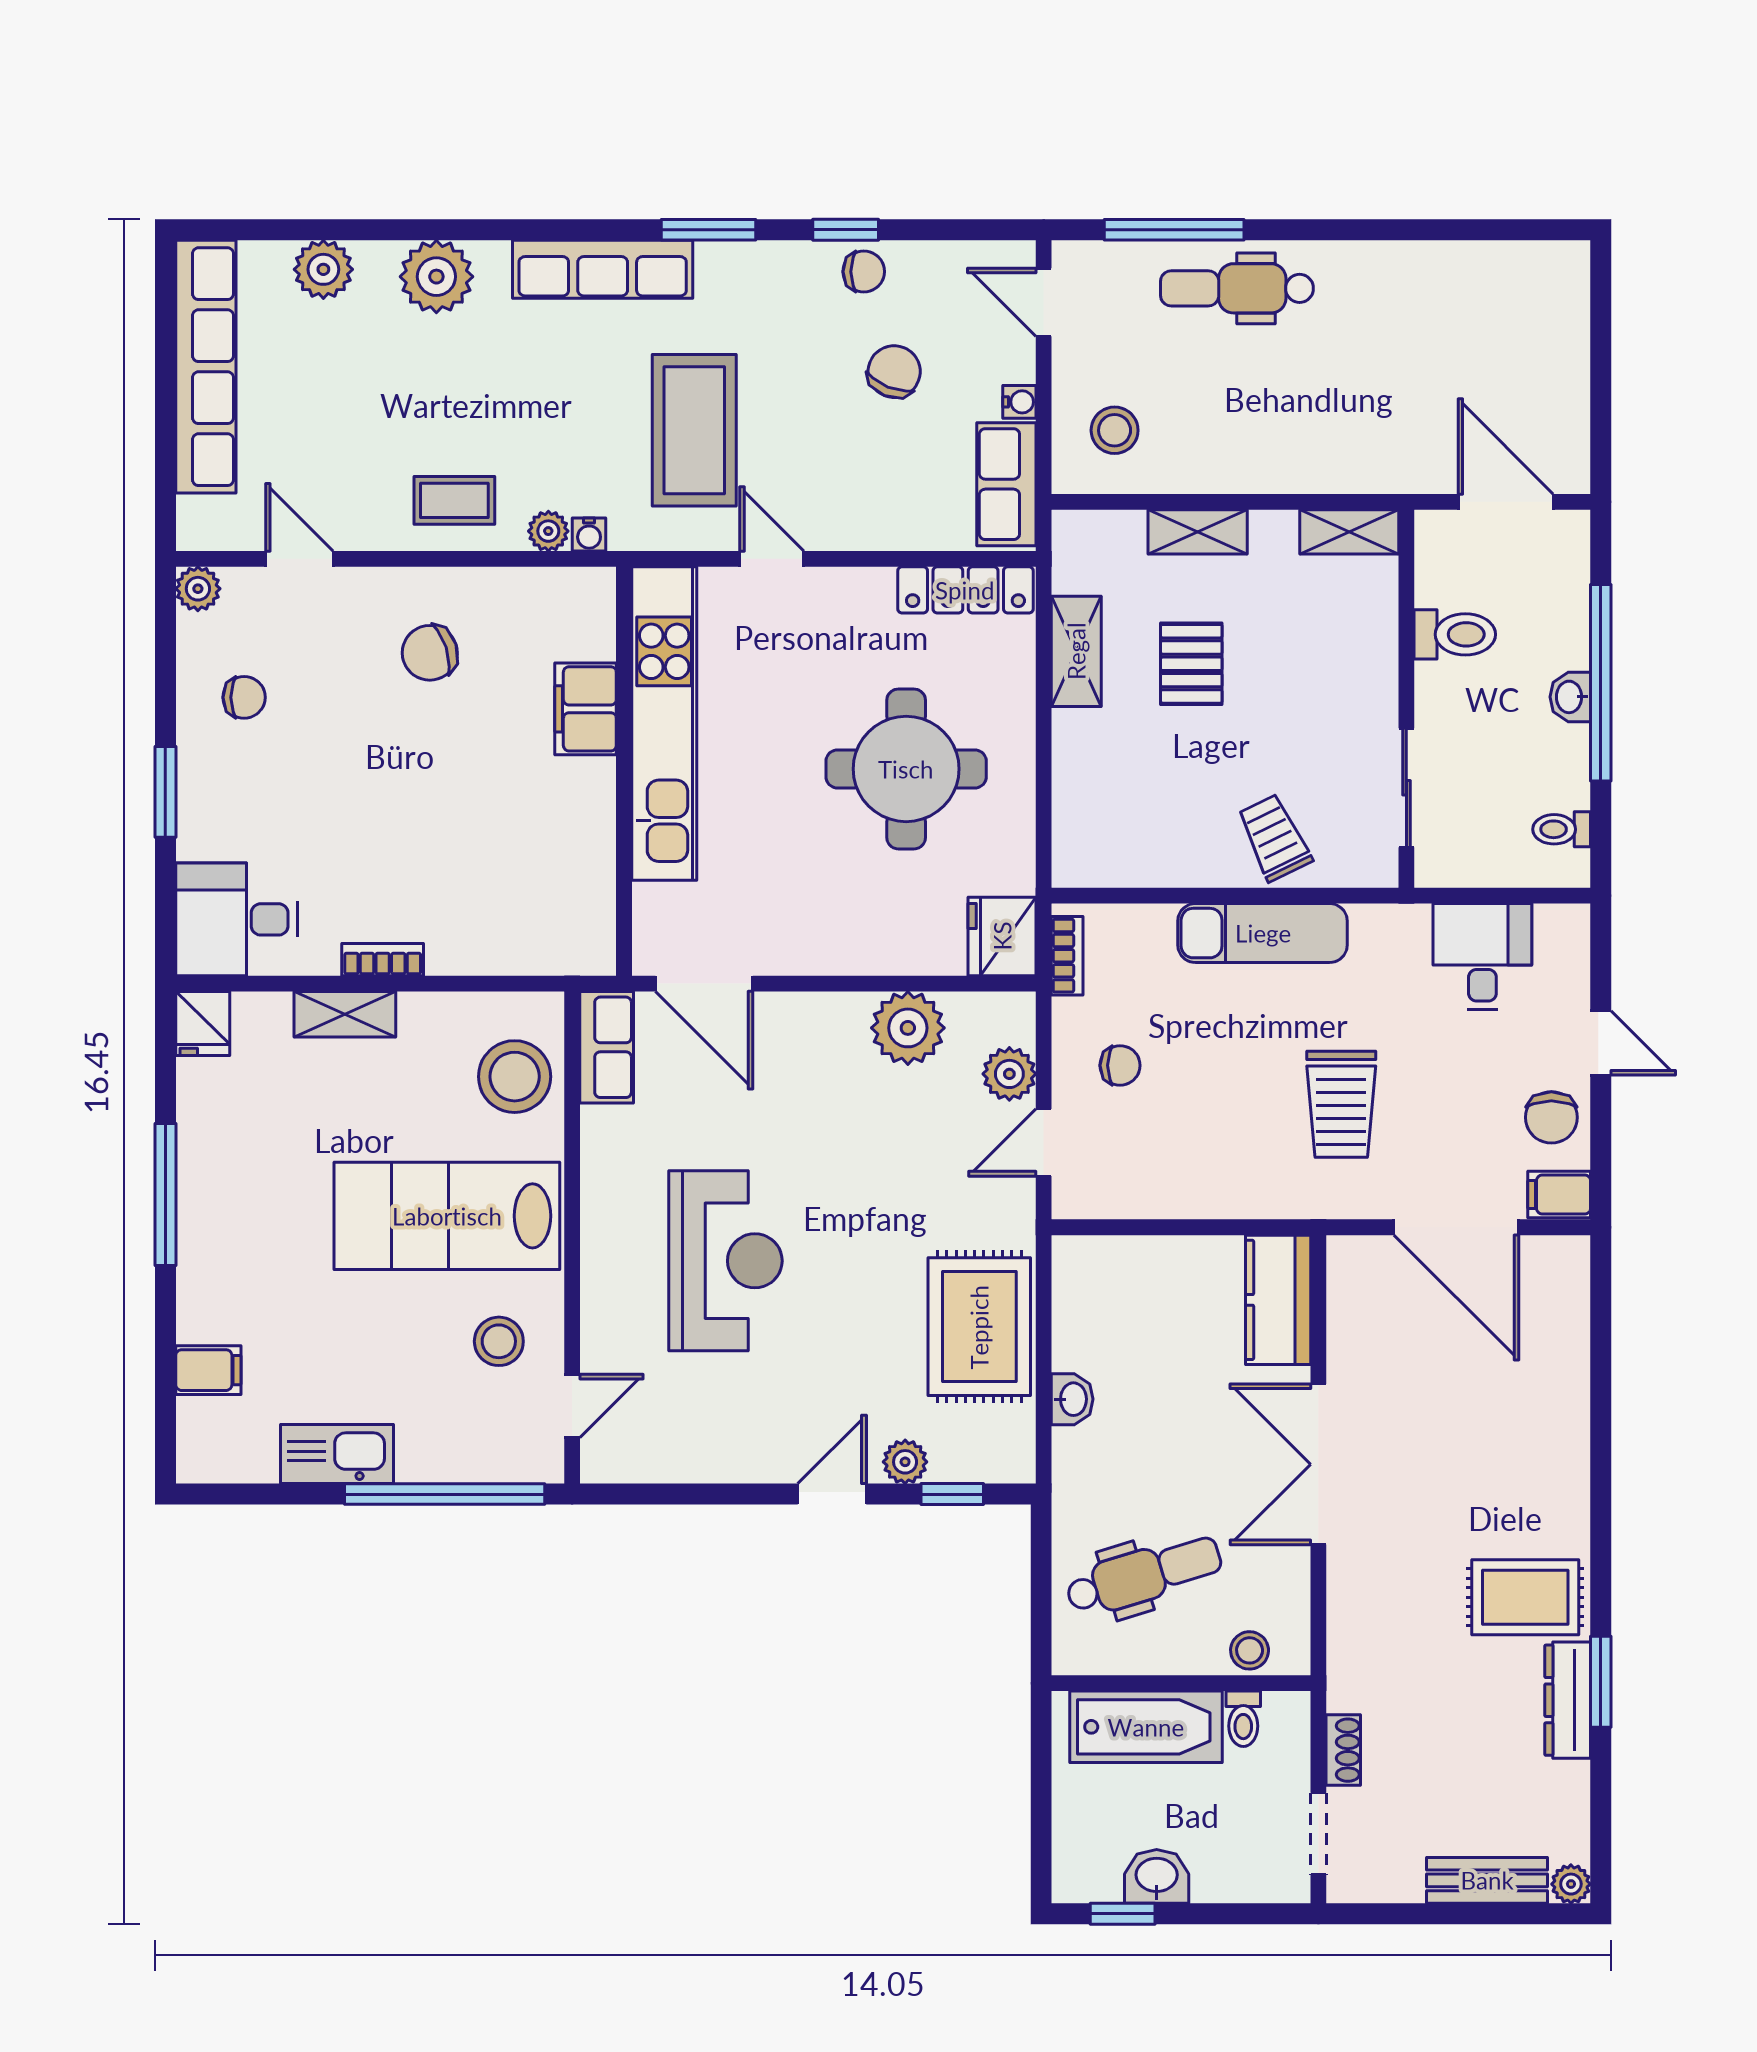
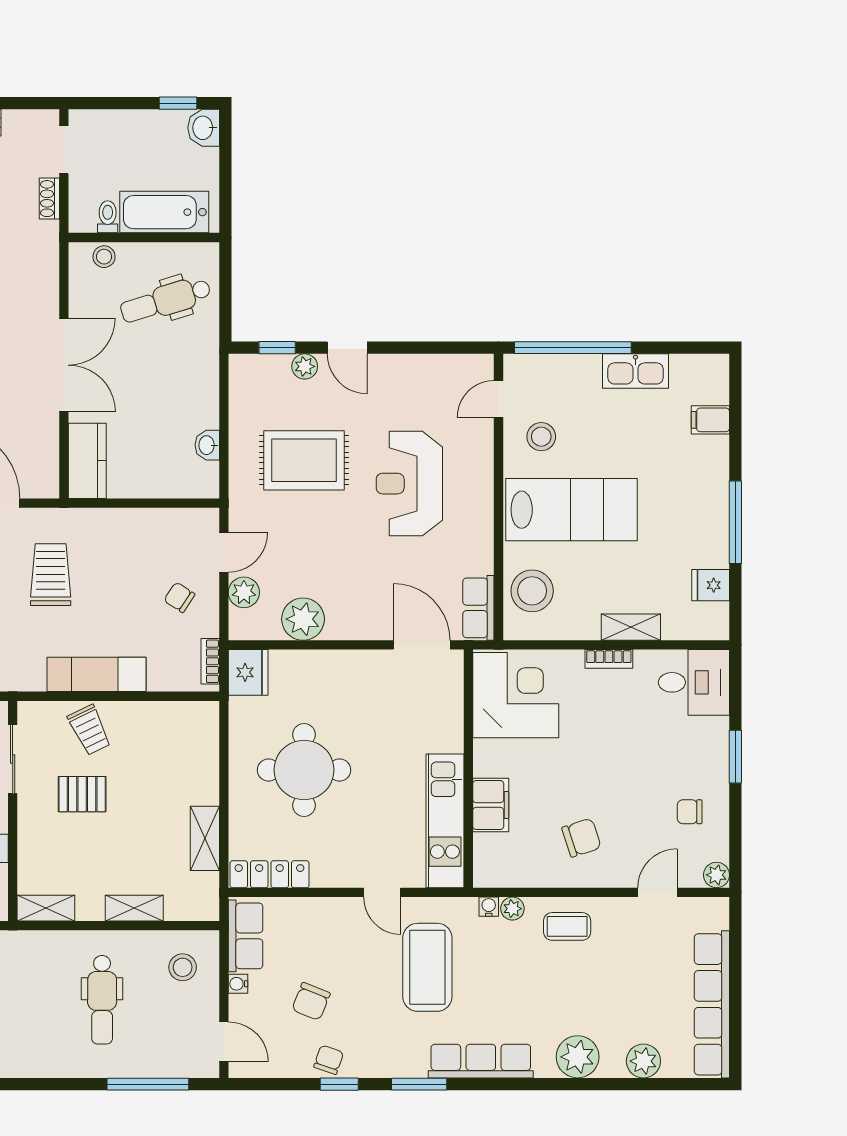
chair: (864, 272) -> (329, 1060), turned 109
dental chair: (1237, 288) -> (102, 1000), moved, turned 90
door: (299, 559) -> (657, 892), swing flipped
pallet: (1191, 664) -> (82, 794), moved, turned 90
kitchen unit: (664, 723) -> (445, 821), width x0.73
corner desk: (543, 898) -> (516, 695), added
fridge: (203, 1024) -> (711, 585), moved, turned -90
chair: (1120, 1065) -> (179, 597), turned 33
rug: (979, 1327) -> (304, 460), moved, turned 90
washbasin: (1072, 1399) -> (207, 445), moved
door: (832, 1494) -> (347, 348), hinge flipped
washbasin: (1157, 1876) -> (204, 128), moved, turned 90

